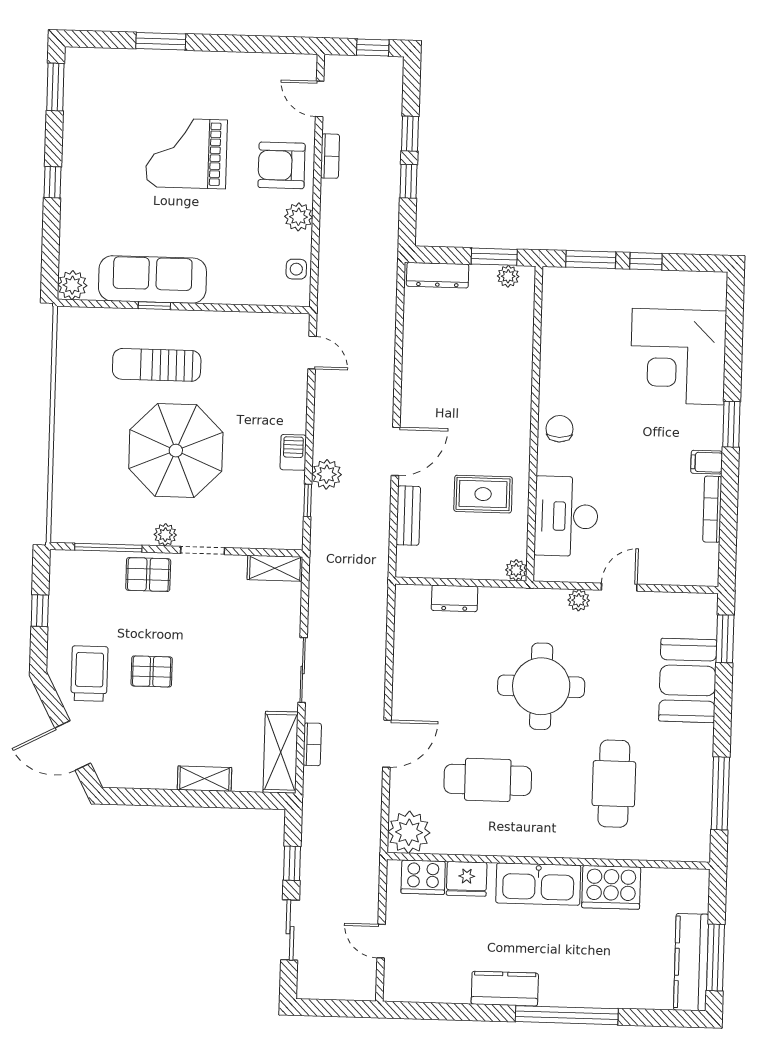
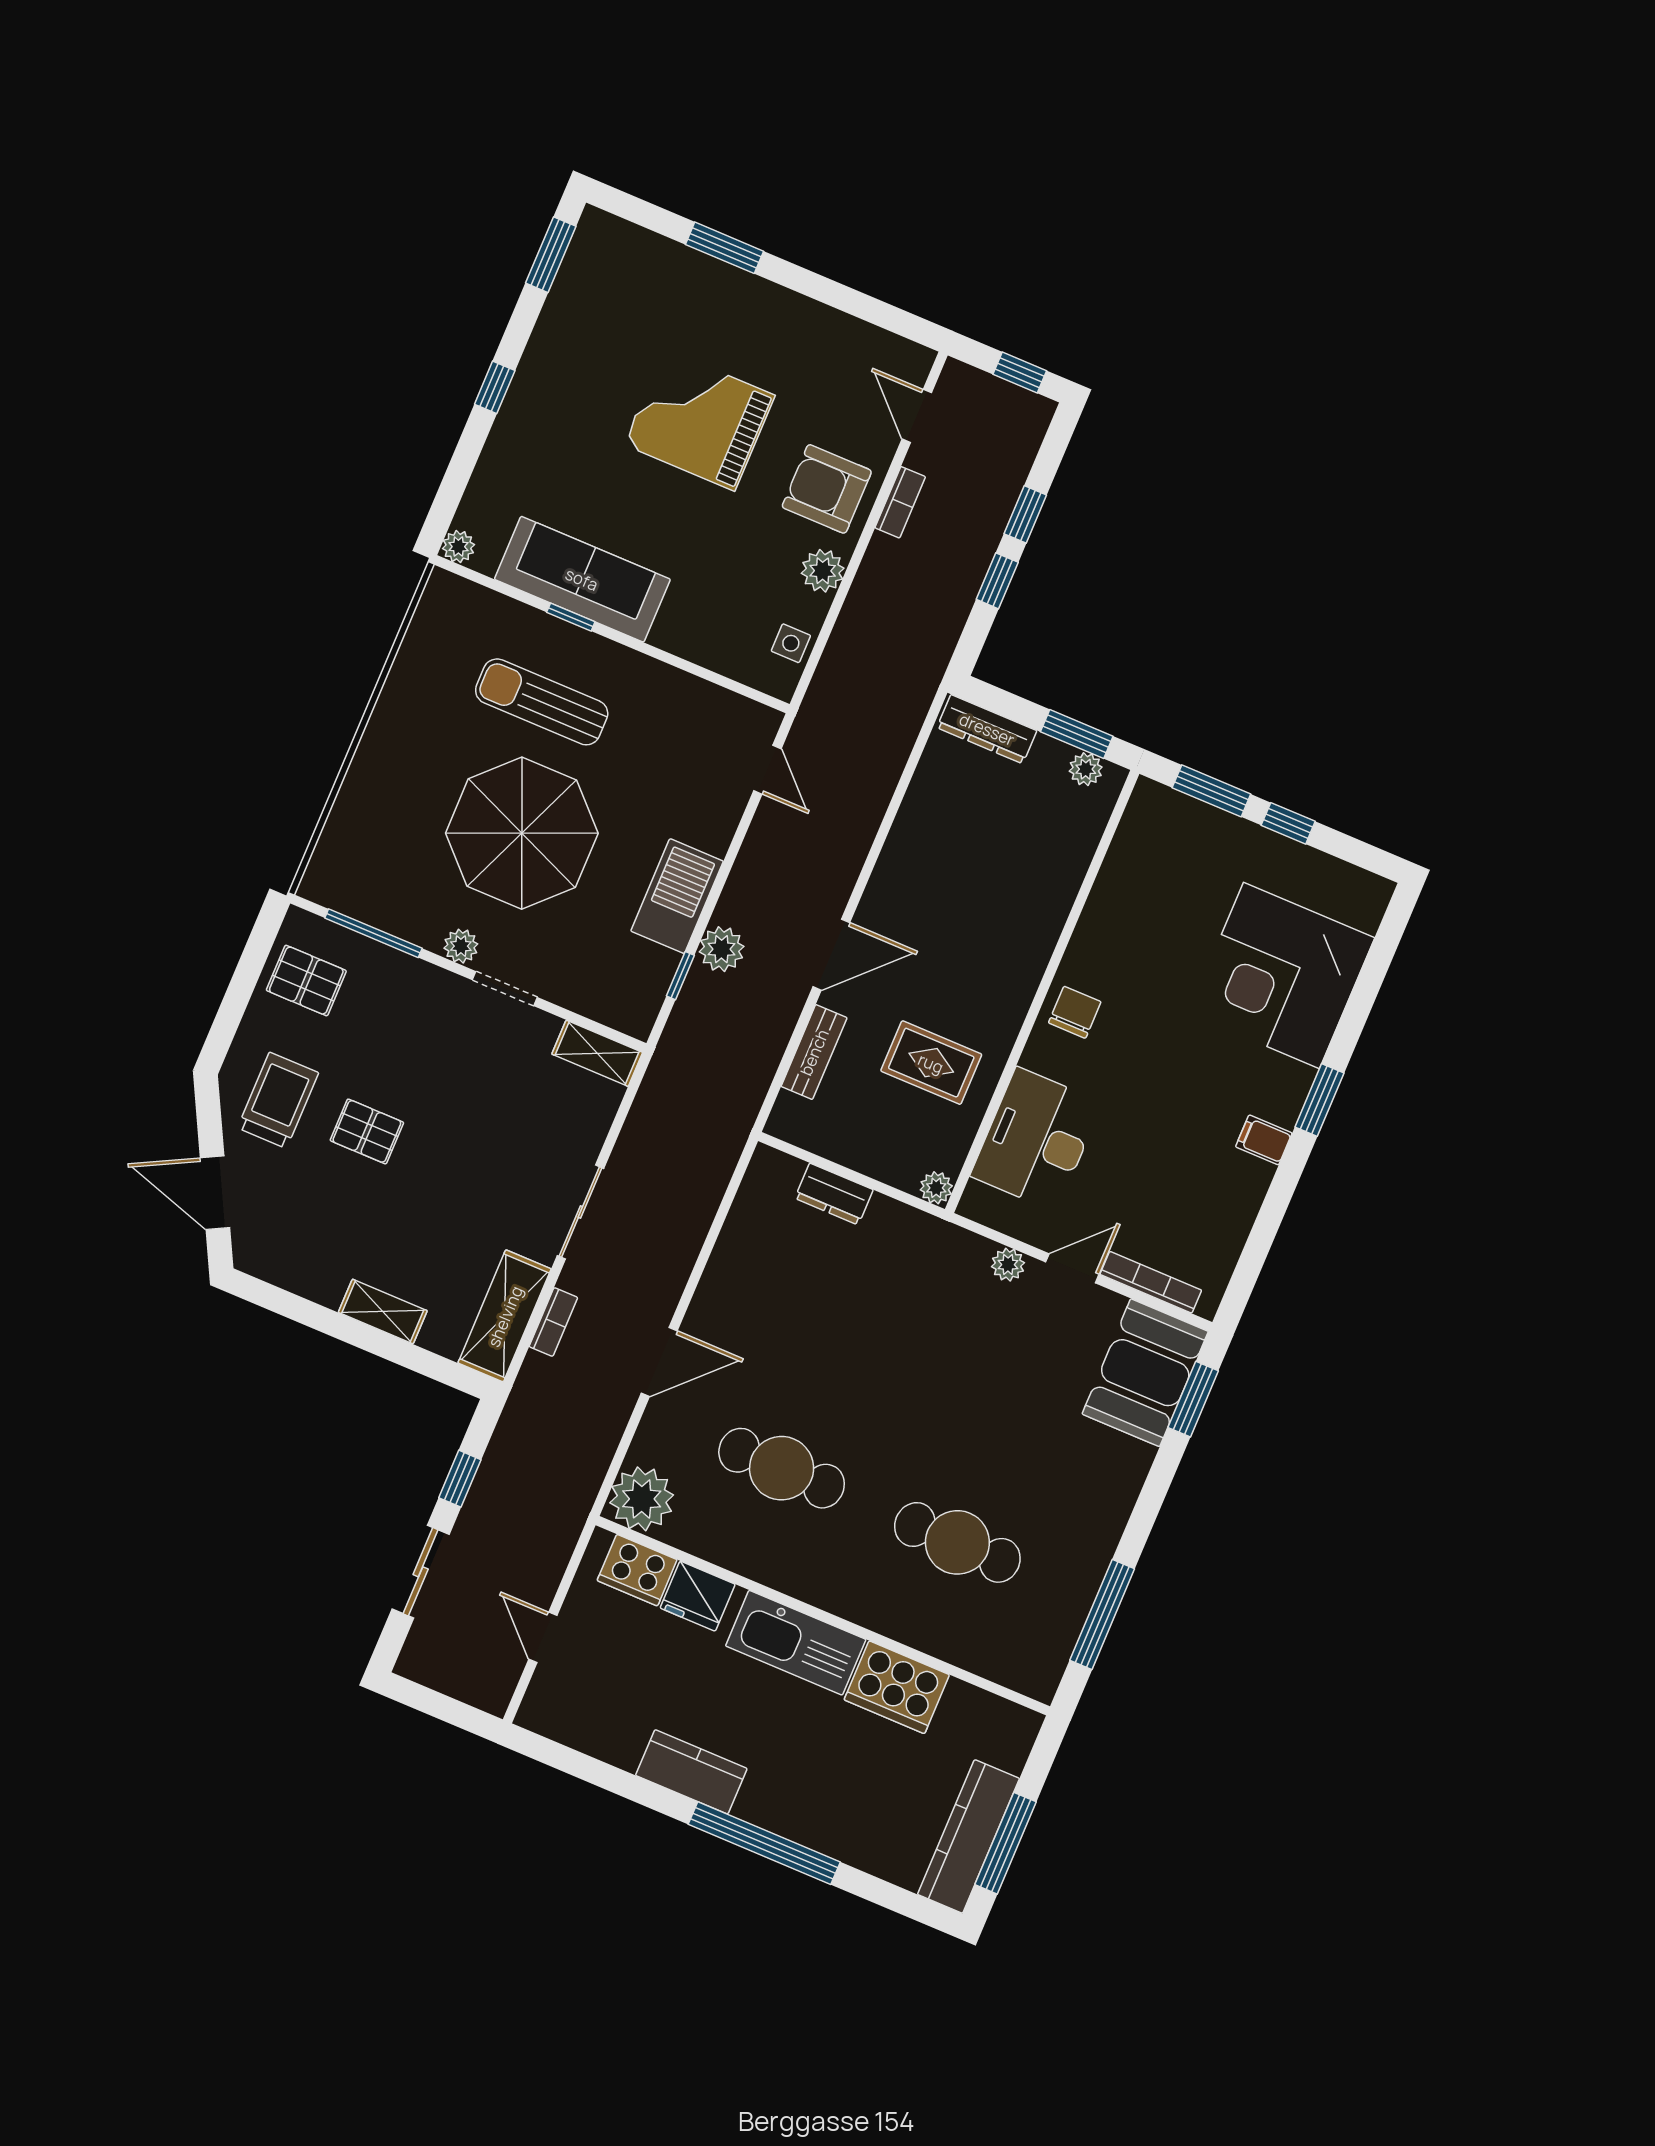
plant: (72, 285) -> (458, 547), width x0.73, depth x0.73
barbecue: (293, 452) -> (677, 896), width x1.88, depth x1.53
bookcase: (712, 509) -> (1151, 1282), moved, turned 90
pallet: (148, 575) -> (306, 981), moved
window: (40, 611) -> (242, 984), removed
booth: (688, 680) -> (1145, 1373), moved
round table: (541, 686) -> (908, 1365), removed
cafe table: (614, 784) -> (957, 1542), turned 90

